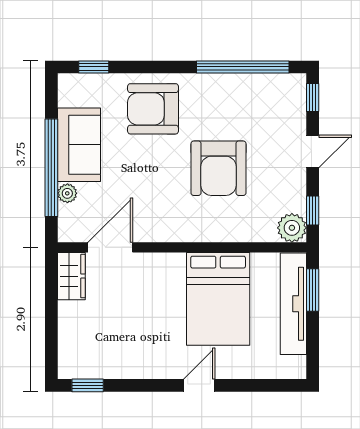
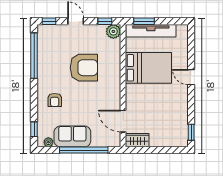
armchair: (153, 109) -> (55, 100), width x0.53, depth x0.53
plant: (67, 193) -> (48, 142), moved

